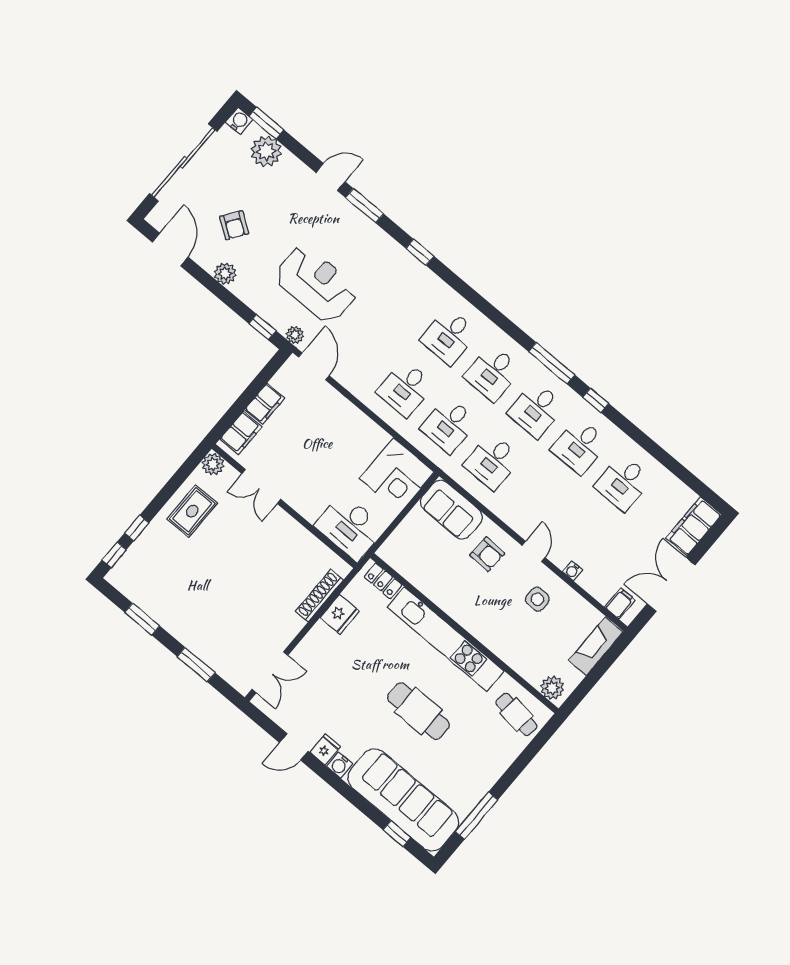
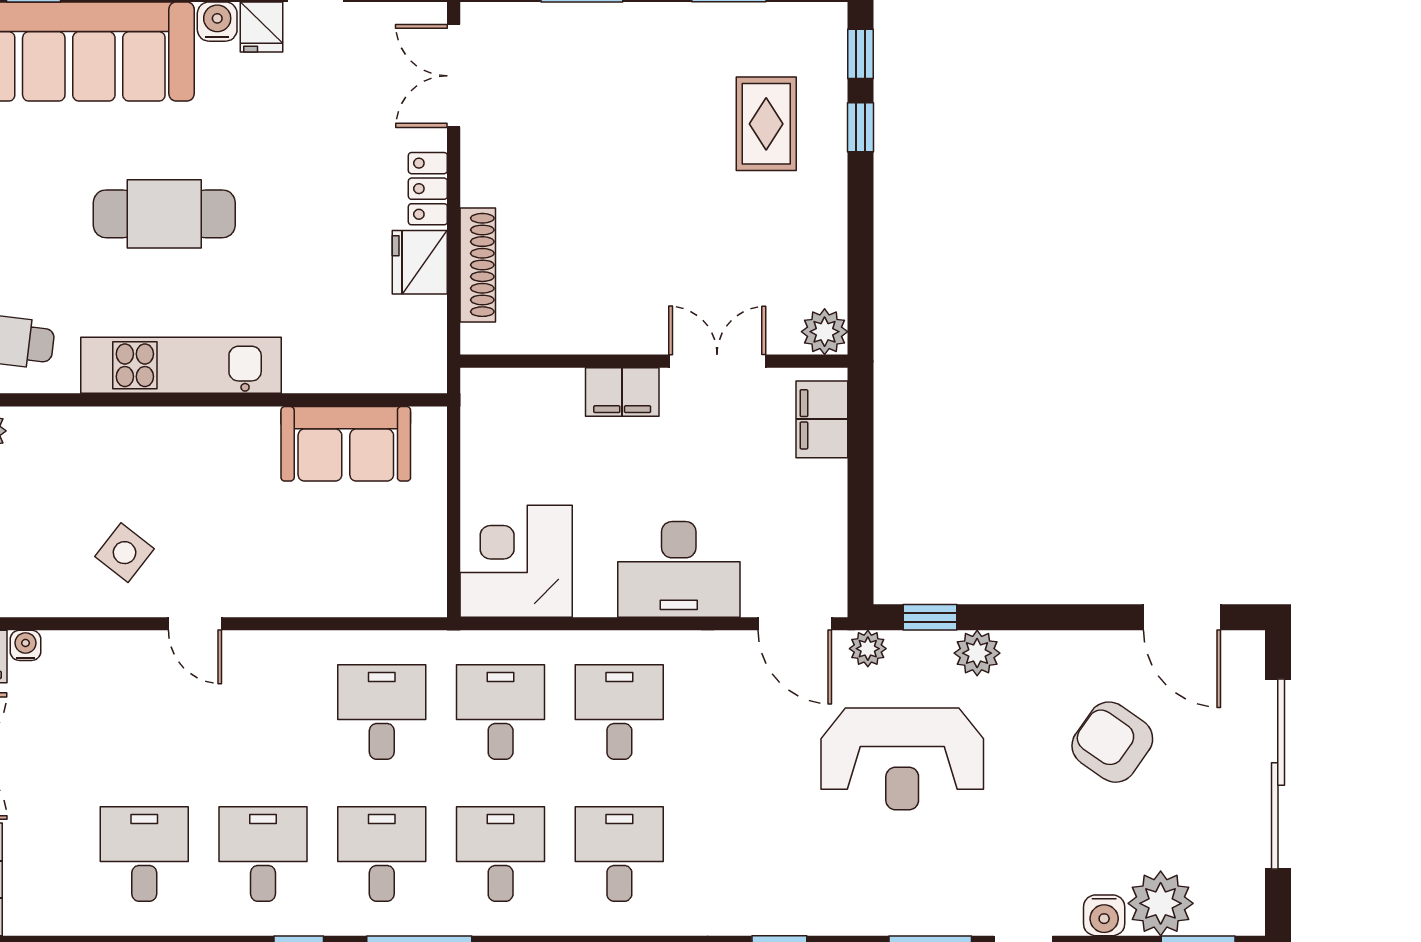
water cooler: (239, 121) -> (1104, 915), moved
armchair: (234, 225) -> (1112, 742), width x1.38, depth x1.38
plant: (225, 273) -> (977, 653), moved
filing cabinet: (265, 404) -> (622, 392), moved, turned -90
sofa: (451, 510) -> (346, 444), moved, turned 180
rug: (192, 511) -> (766, 124), moved
desk: (350, 527) -> (679, 569), moved, turned 180
armchair: (487, 554) -> (265, 557), removed
water cooler: (572, 571) -> (25, 645), moved
locker: (383, 581) -> (428, 189), moved, turned -90
side table: (537, 599) -> (125, 553), turned 38
kitchen unit: (446, 639) -> (181, 365), width x0.73

